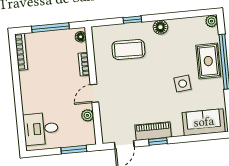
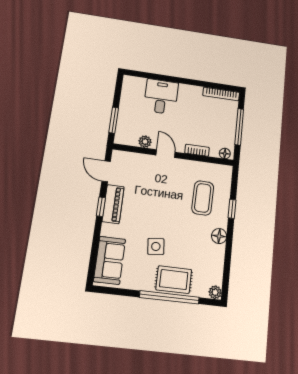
desk: (41, 129) -> (161, 97), moved

